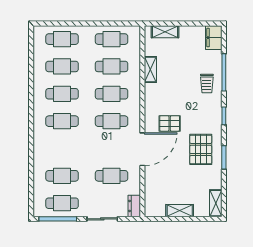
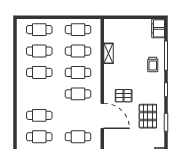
shelving: (165, 32) -> (120, 24), removed
cafe table: (62, 121) -> (39, 115), moved
door: (142, 149) -> (102, 116), hinge flipped

